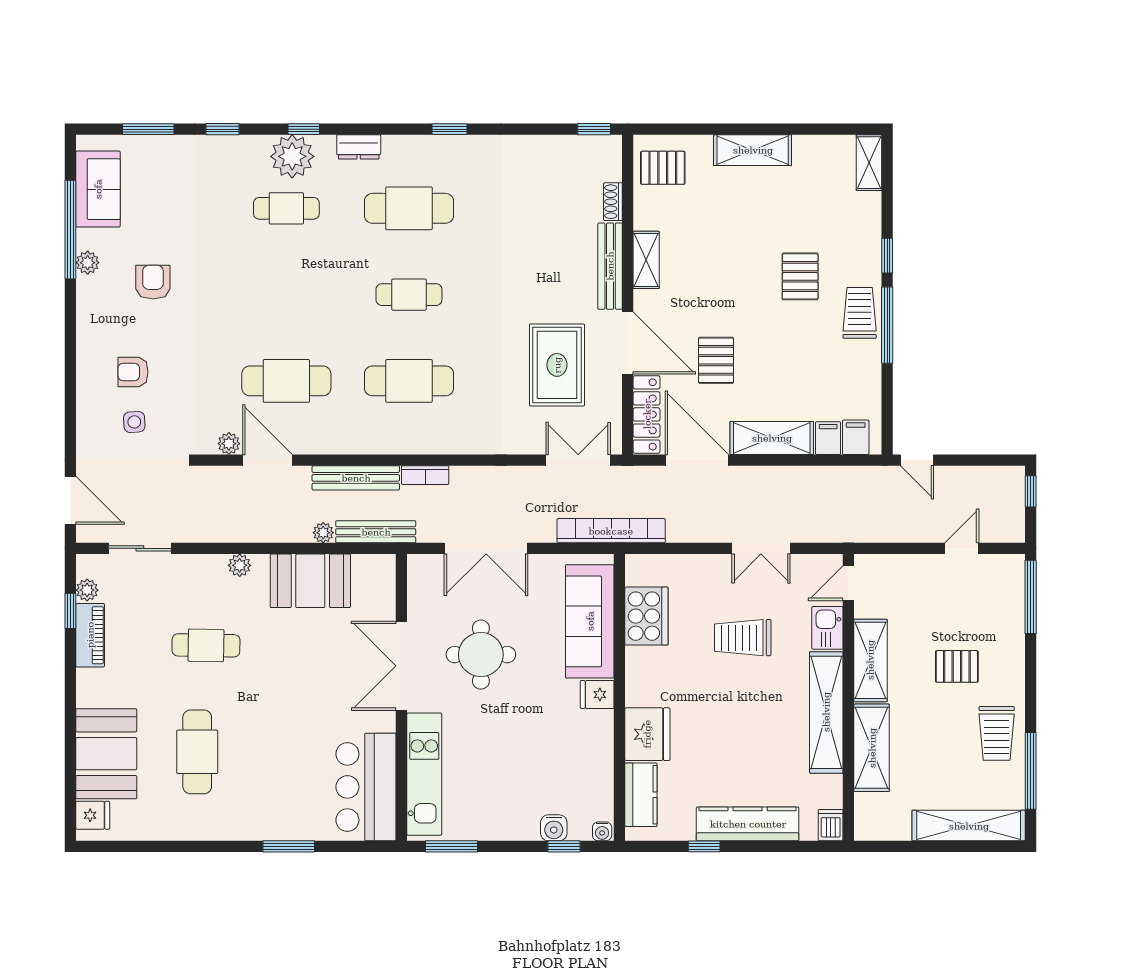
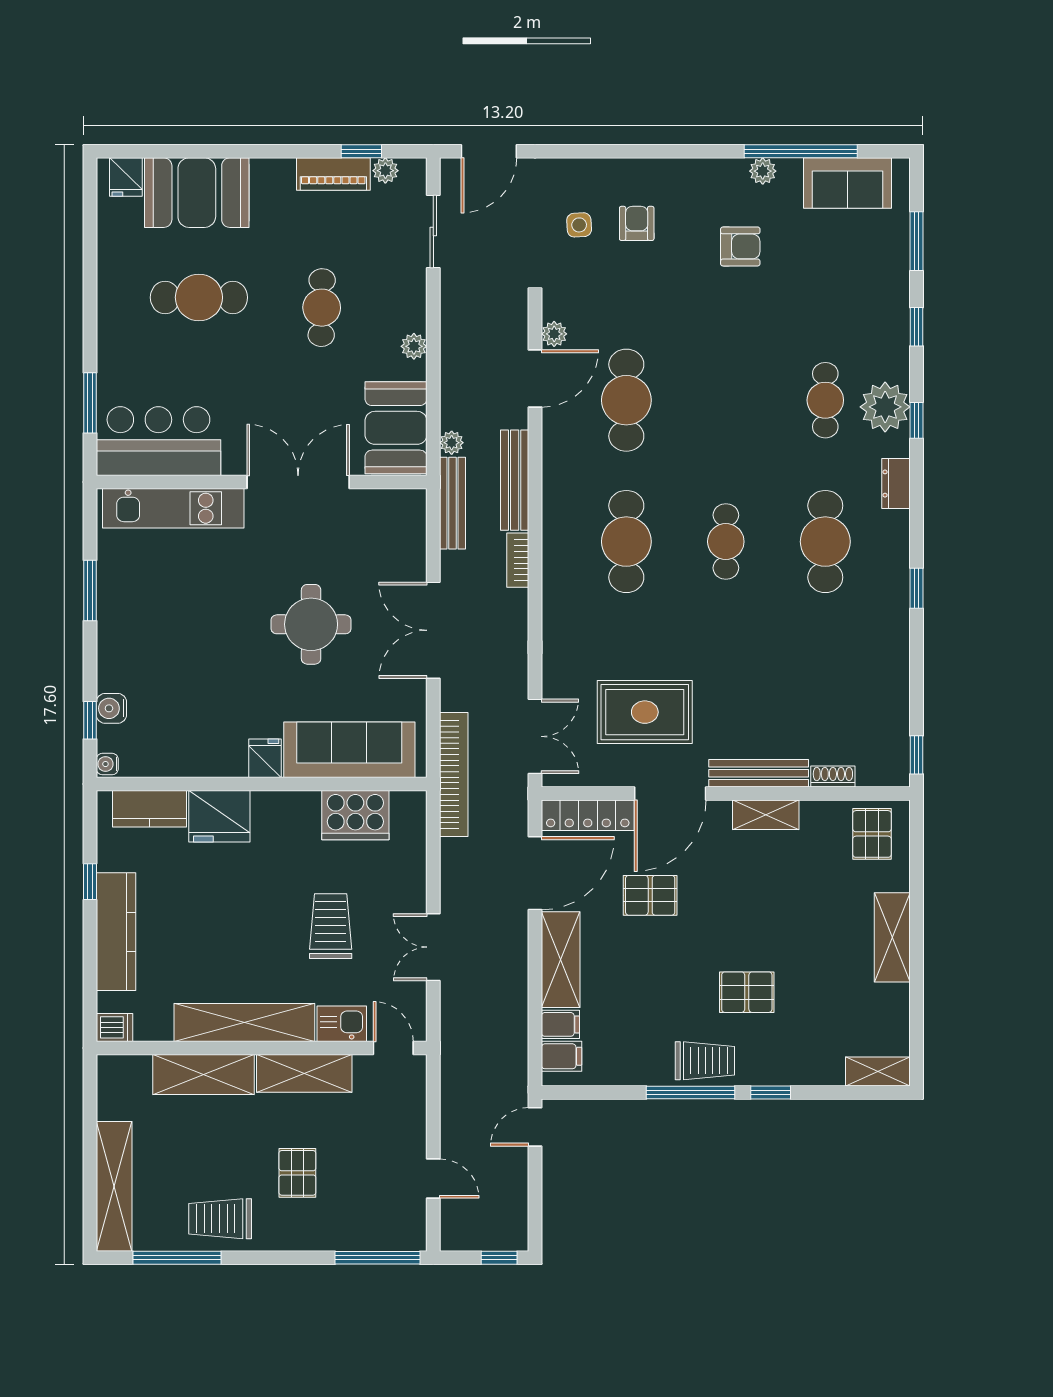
double door: (401, 666) -> (298, 482), moved
wall: (401, 697) -> (262, 482), moved
kitchen unit: (424, 774) -> (173, 508), moved
bar counter: (366, 787) -> (158, 441), moved

